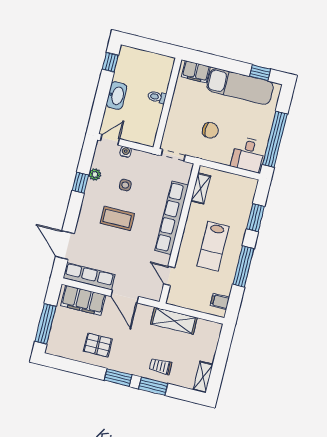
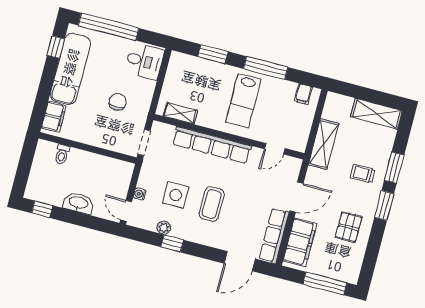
toilet: (157, 97) -> (62, 154), moved
window: (275, 139) -> (109, 27), moved
side table: (125, 185) -> (176, 195), width x1.87, depth x1.87
lab bench: (213, 246) -> (243, 101), turned 90
trolley: (161, 366) -> (363, 173), moved, turned 90
shelving: (203, 377) -> (376, 114), width x1.50, depth x1.33

